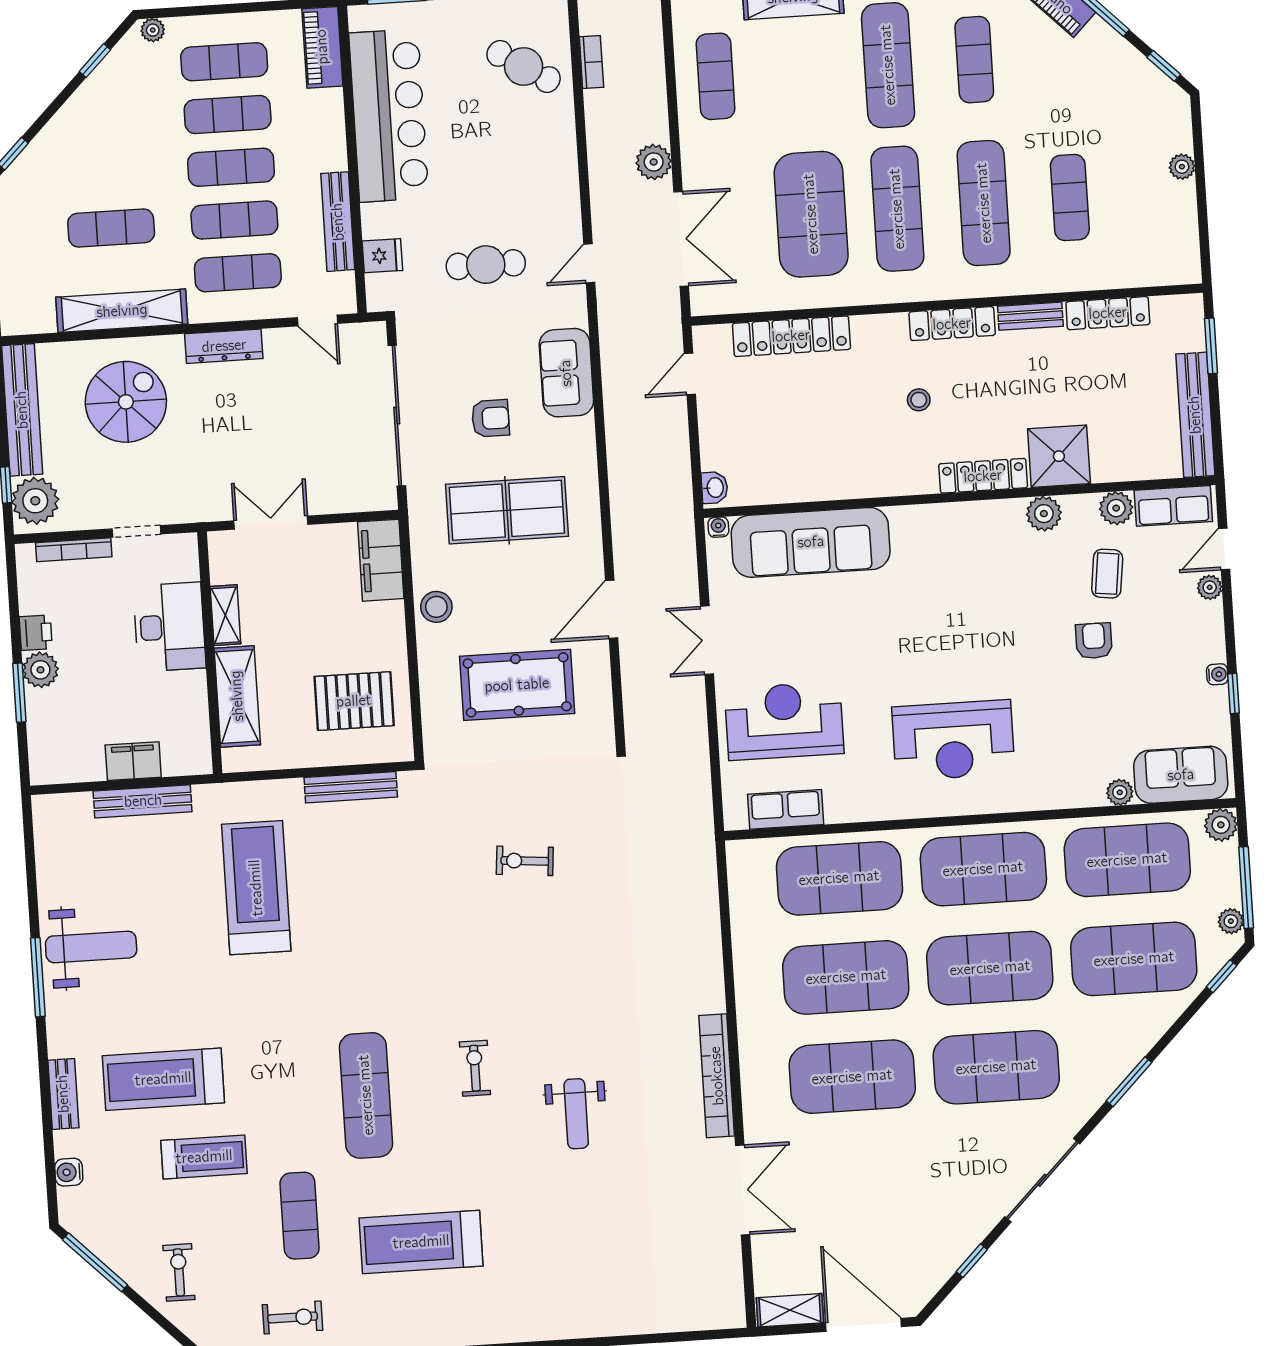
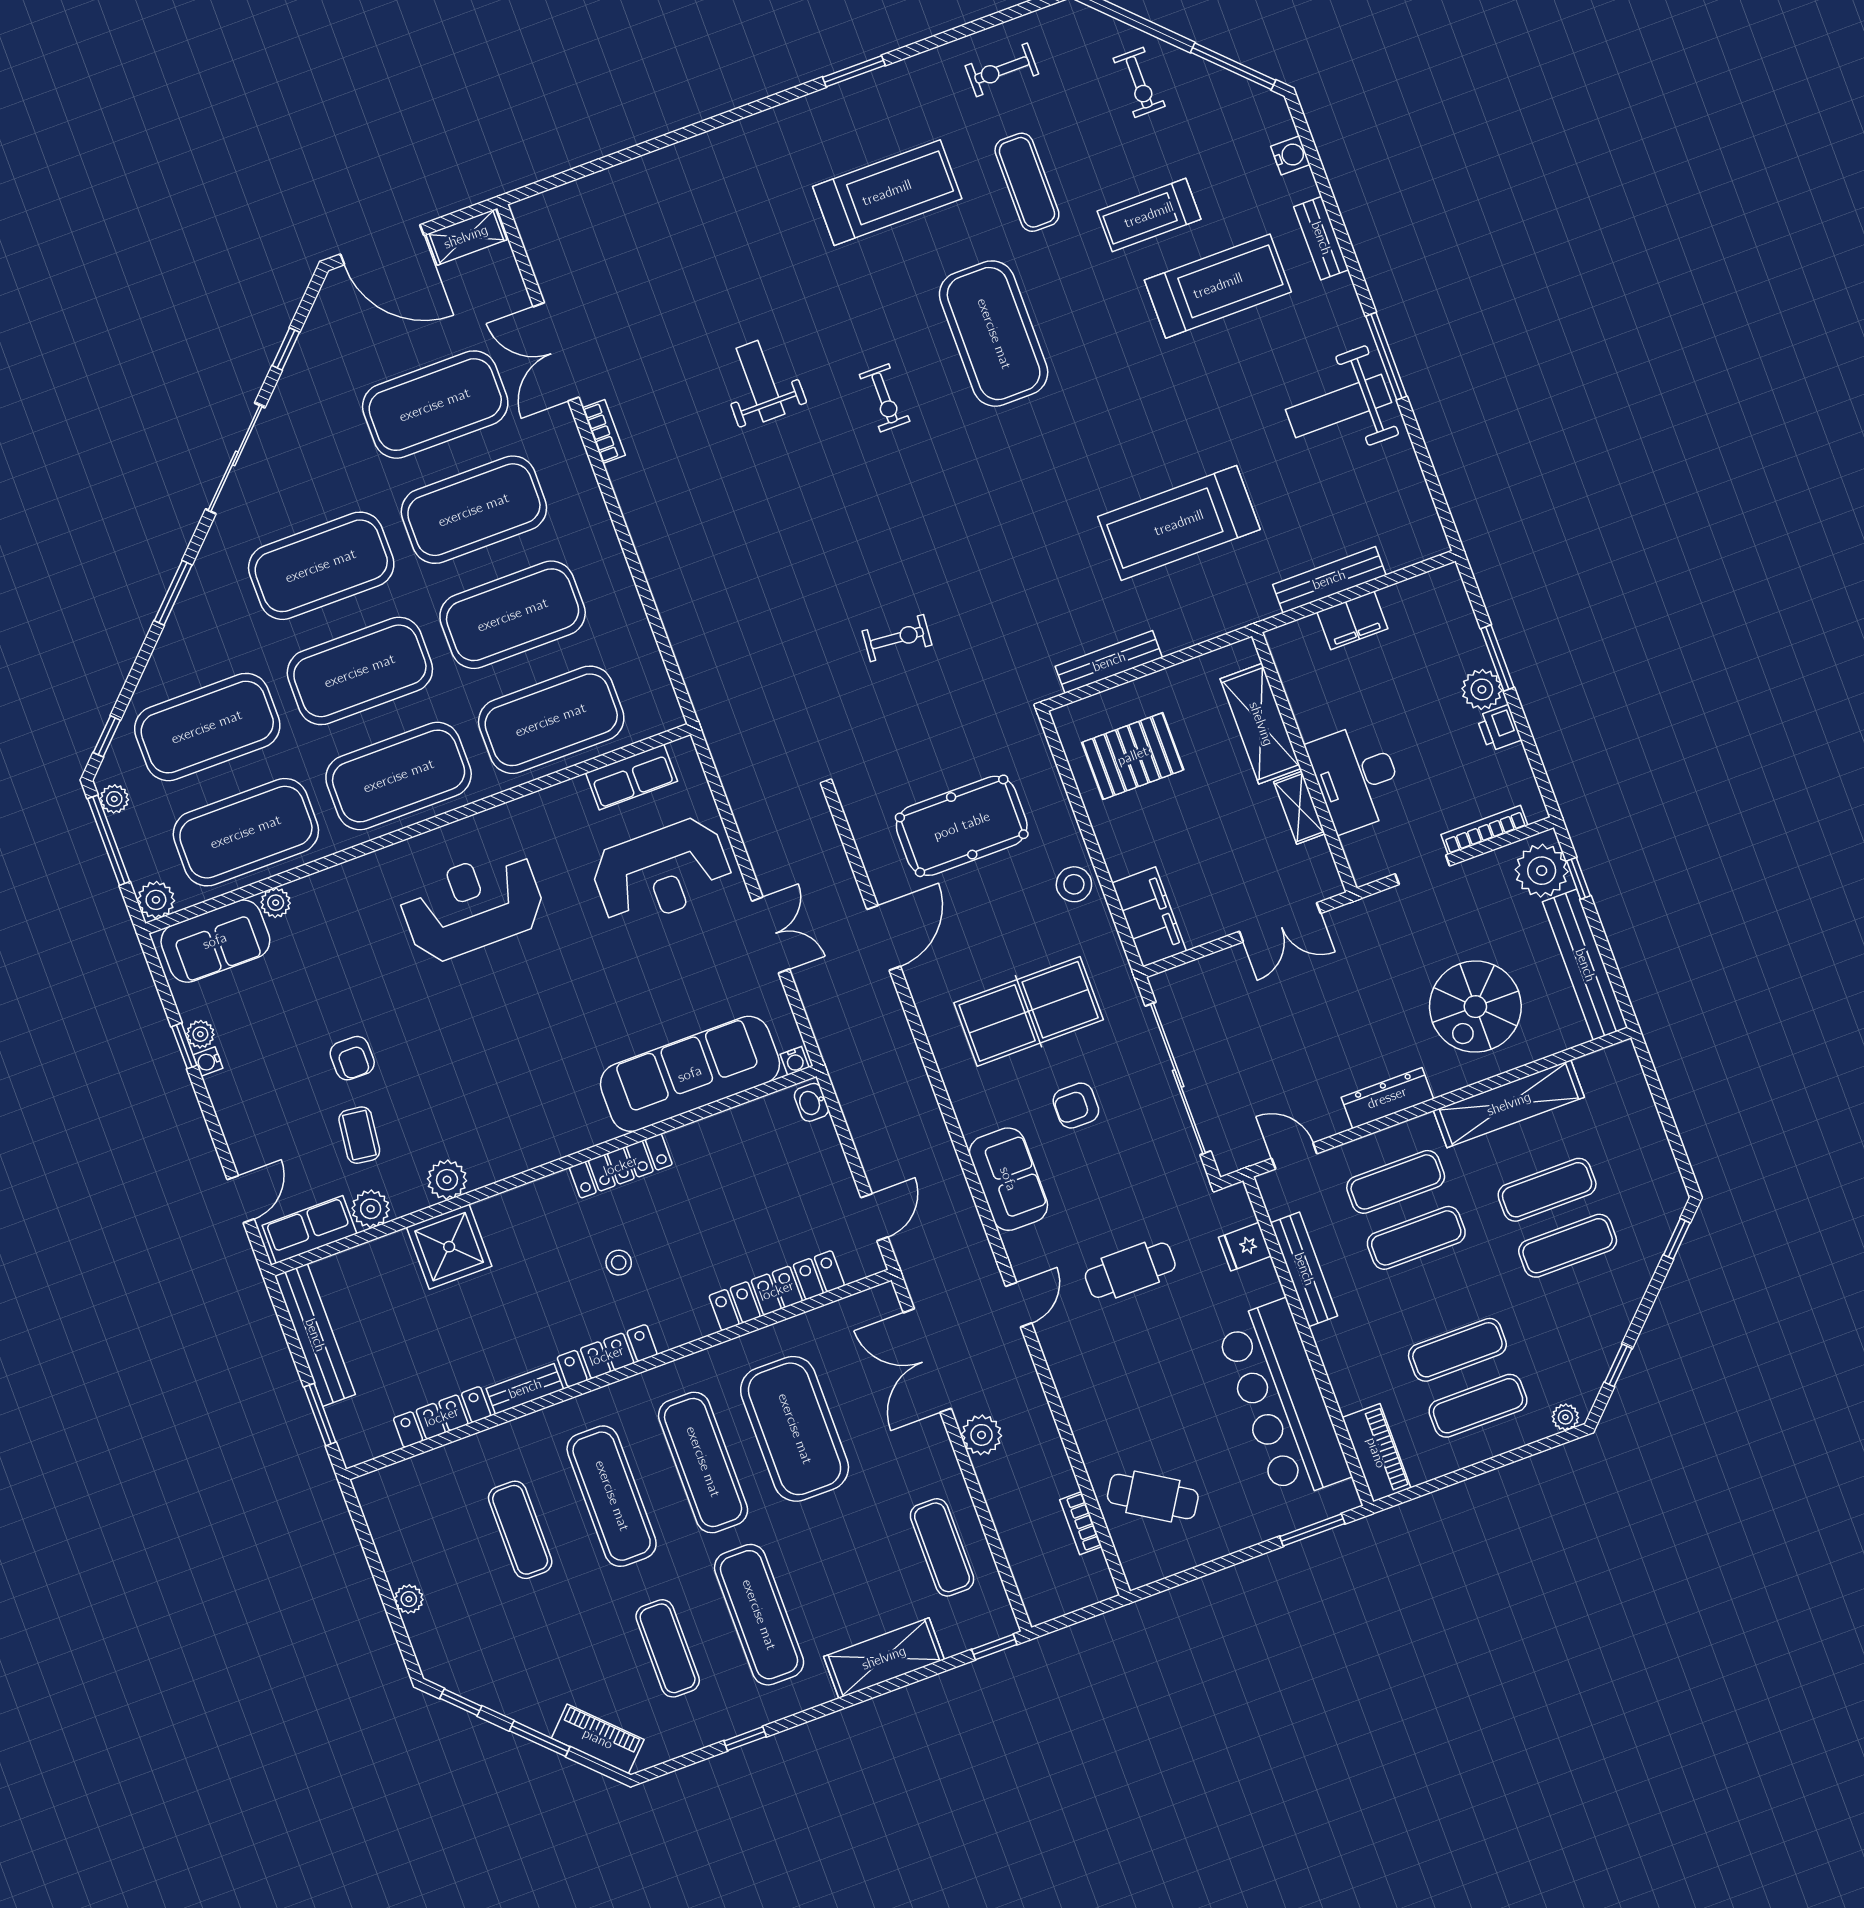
exercise mat: (231, 167) -> (1568, 1246), moved
locker: (983, 476) -> (621, 1166), moved
plant: (1210, 587) -> (200, 1034), moved
treadmill: (256, 888) -> (1179, 523), turned 90
bookcase: (717, 1076) -> (604, 432), width x0.43, depth x0.76
exercise mat: (366, 1095) -> (994, 334), width x1.47
exercise mat: (859, 1176) -> (435, 405), added

